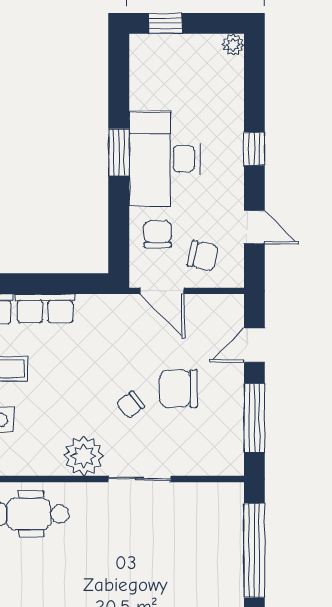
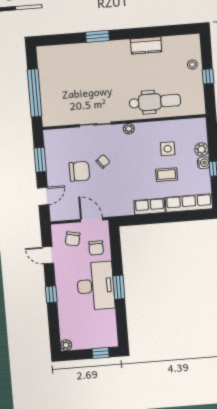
chair: (203, 256) -> (73, 239), turned -92
window: (254, 418) -> (40, 160), width x0.69
plant: (84, 456) -> (129, 129), width x0.53, depth x0.53

